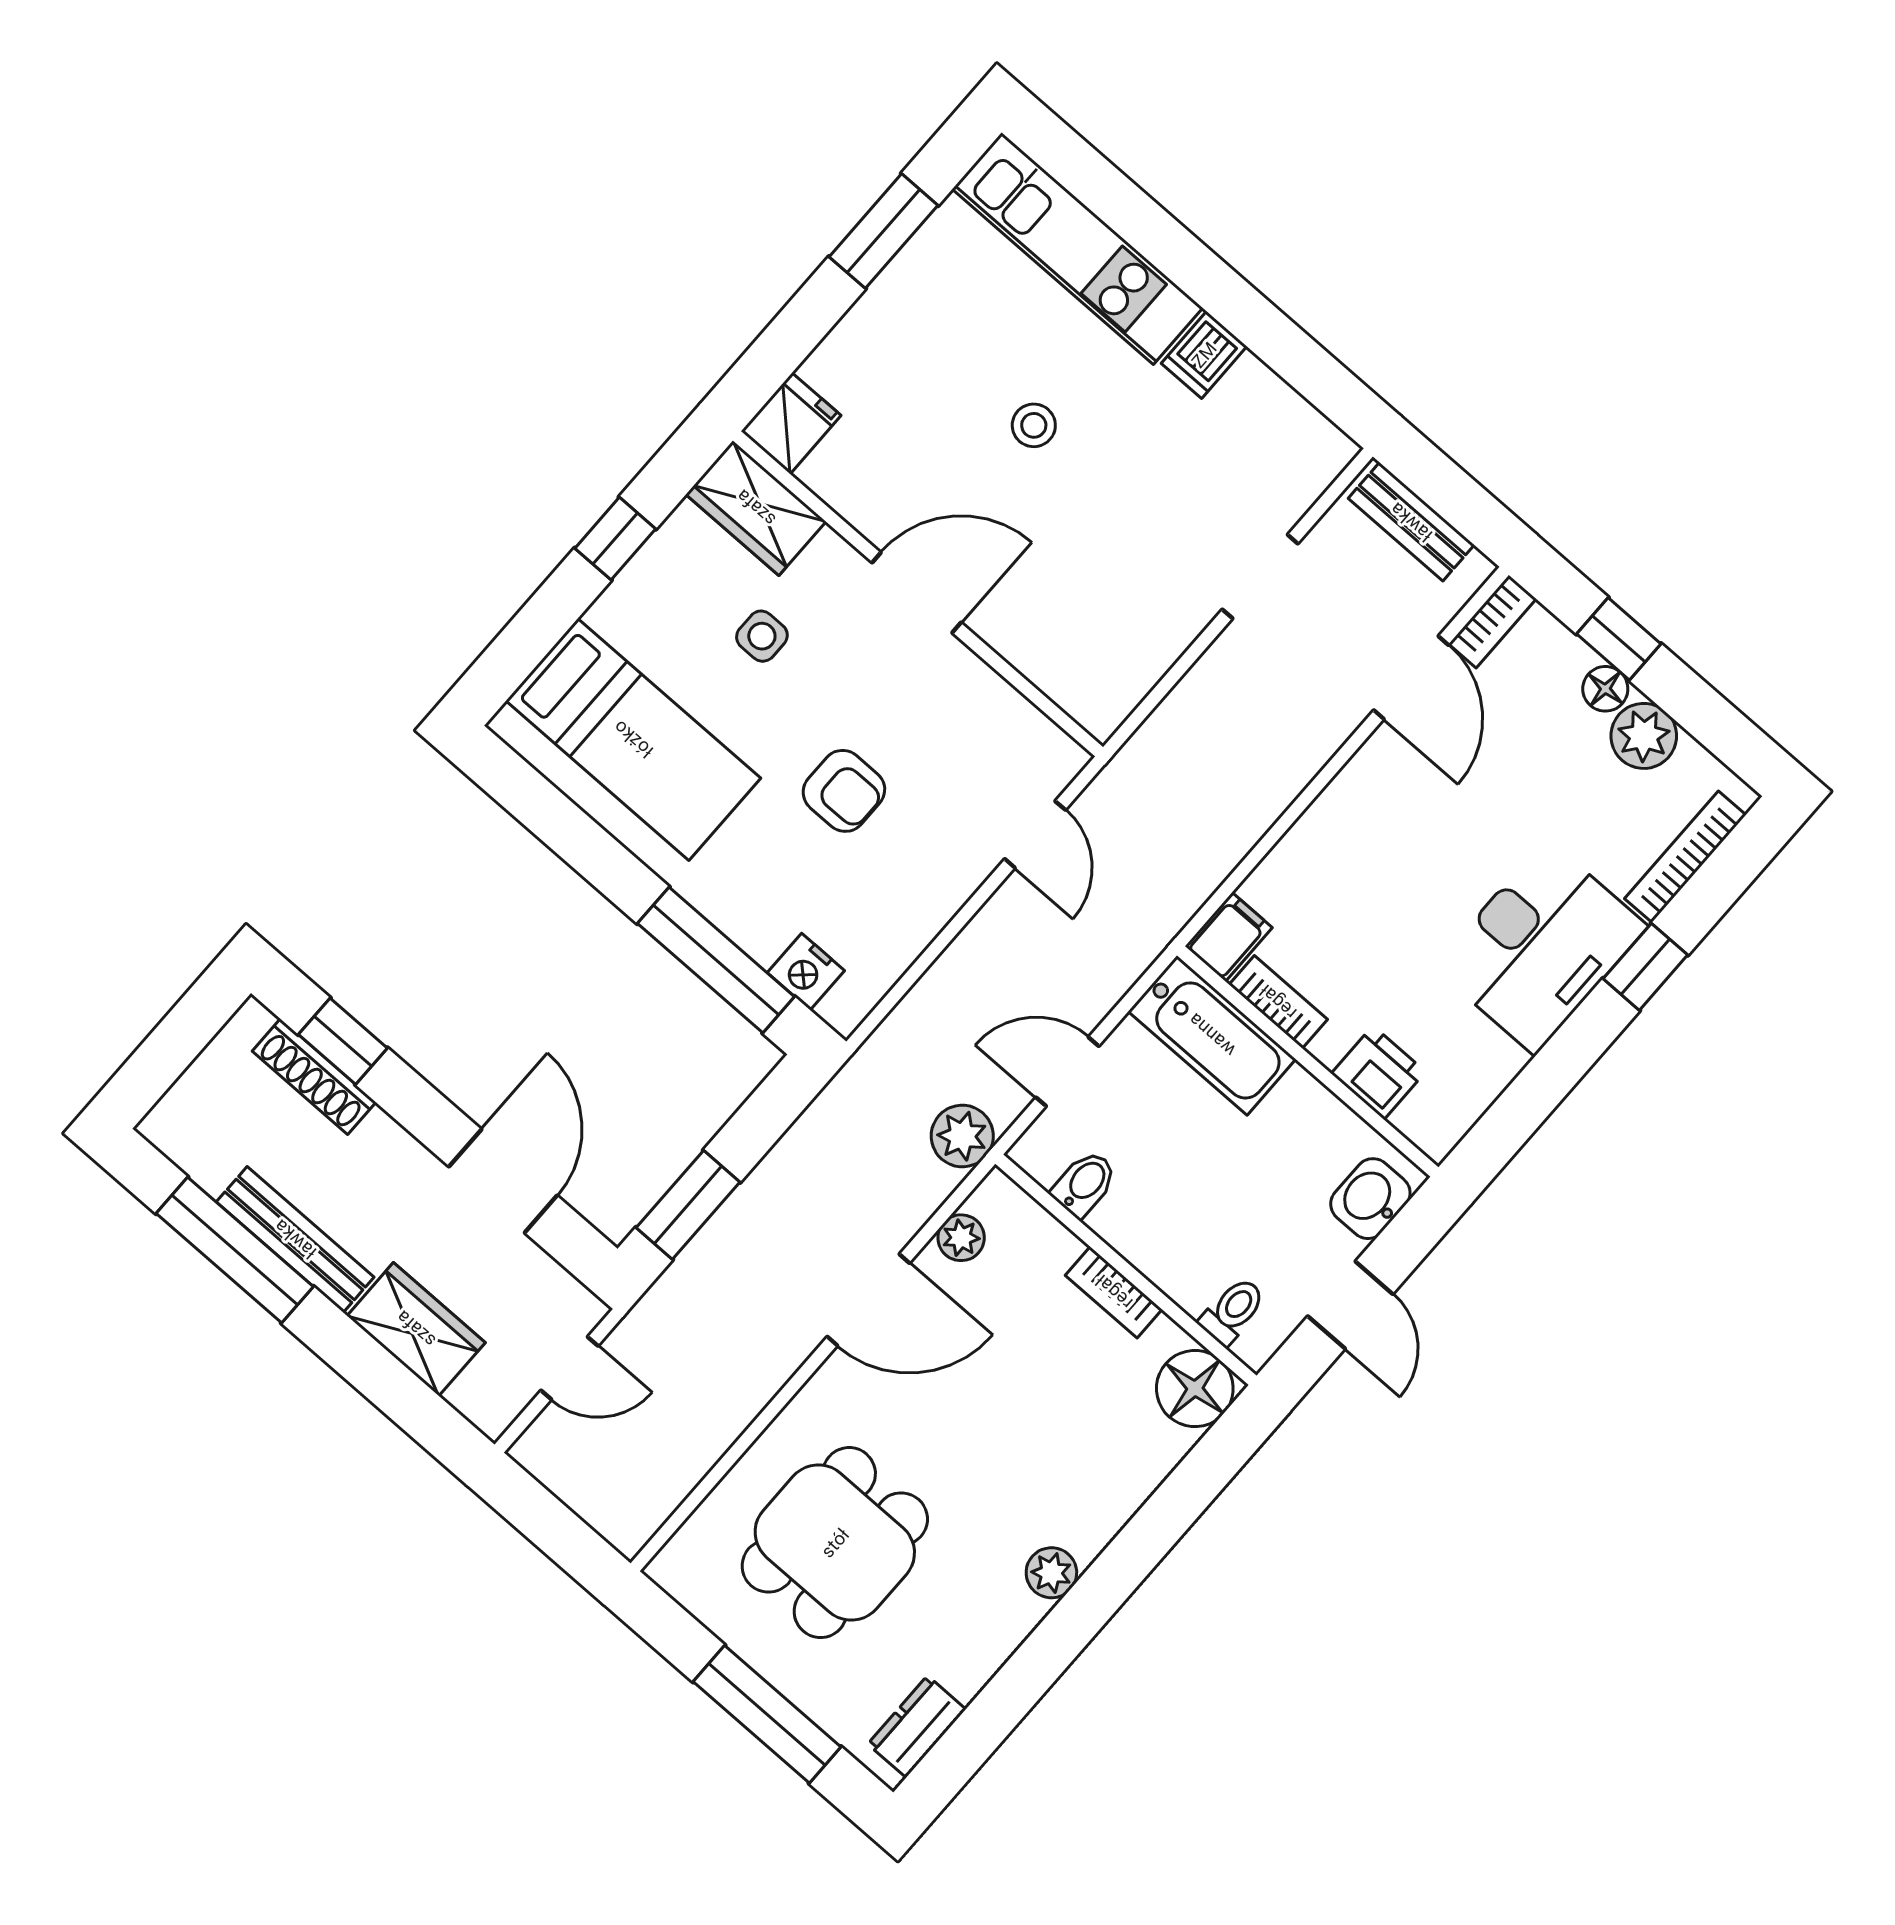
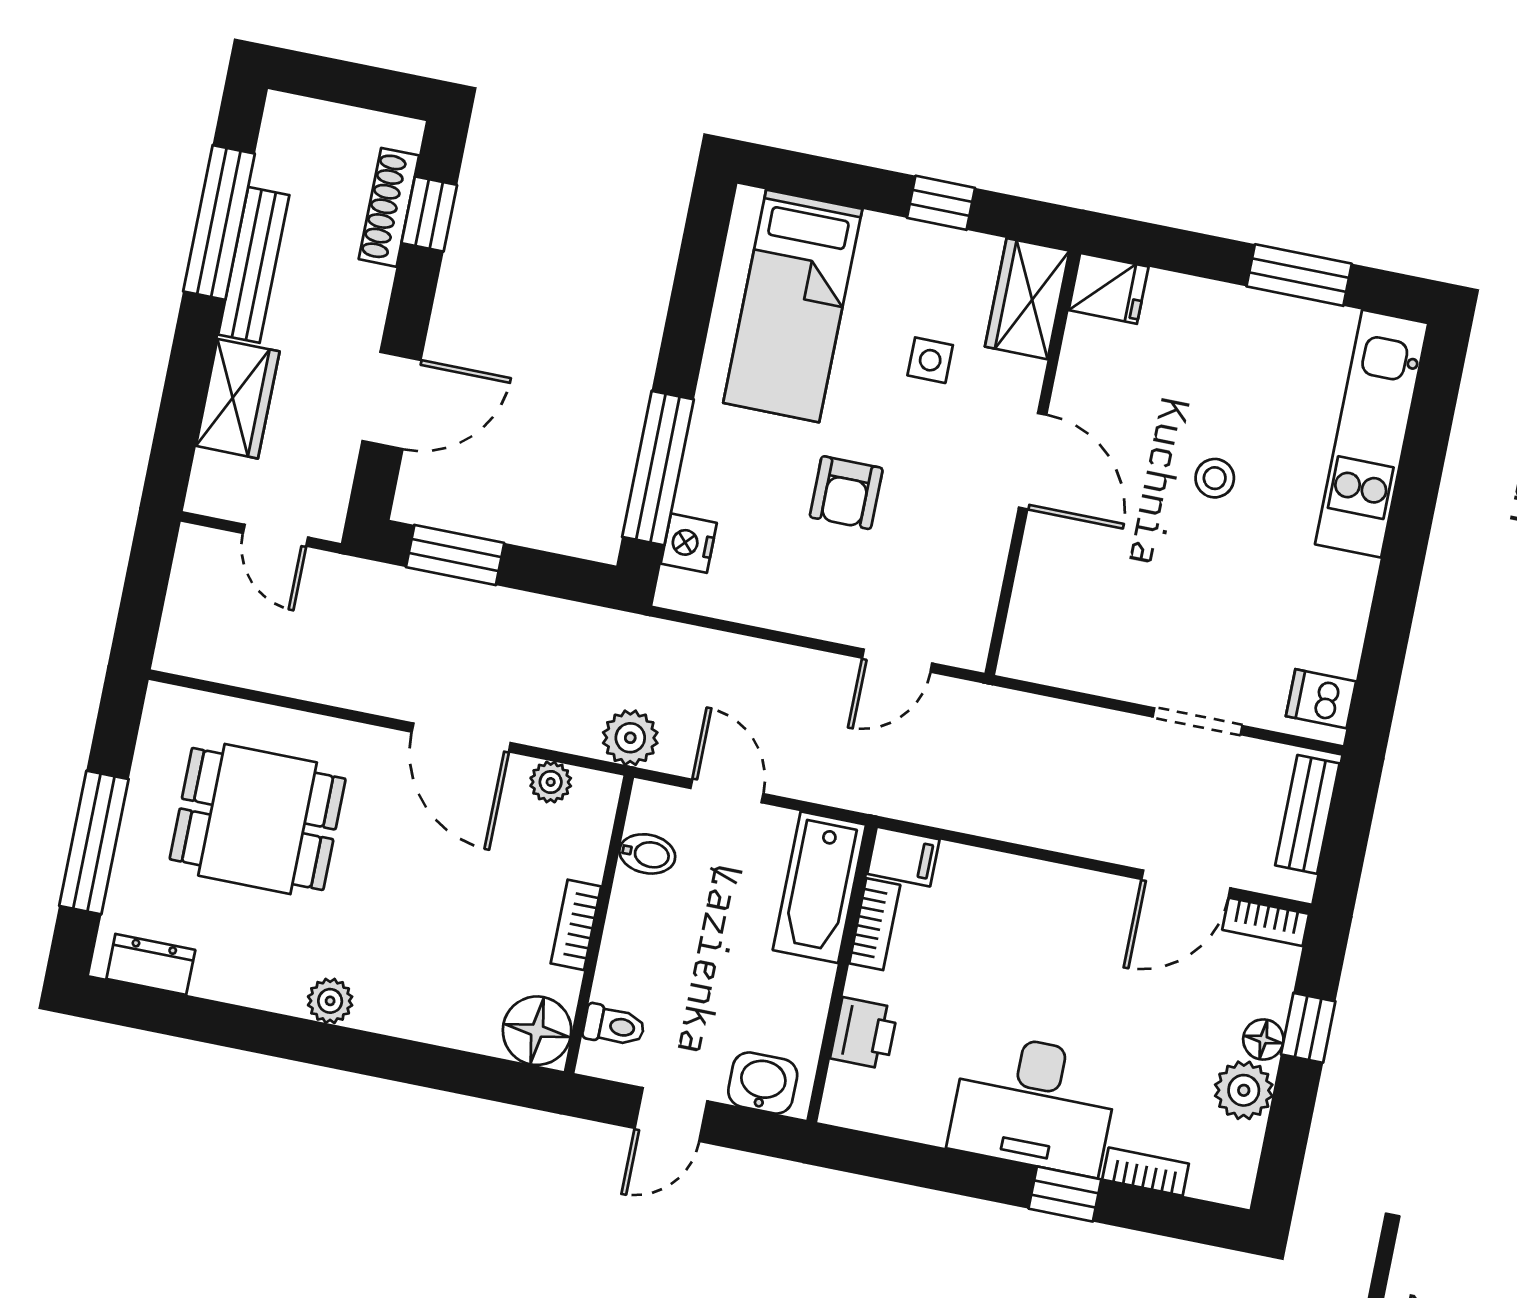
dishwasher: (1204, 355) -> (1321, 699), moved
bookcase: (1685, 857) -> (1146, 1172), width x0.64

